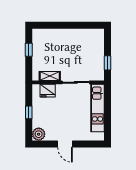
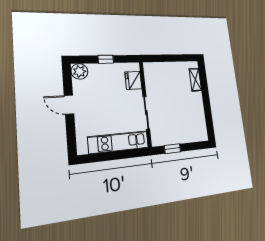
window: (29, 50) -> (176, 58), removed
shelving: (50, 76) -> (195, 80), moved
door: (65, 144) -> (69, 105), hinge flipped

